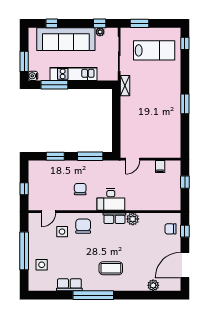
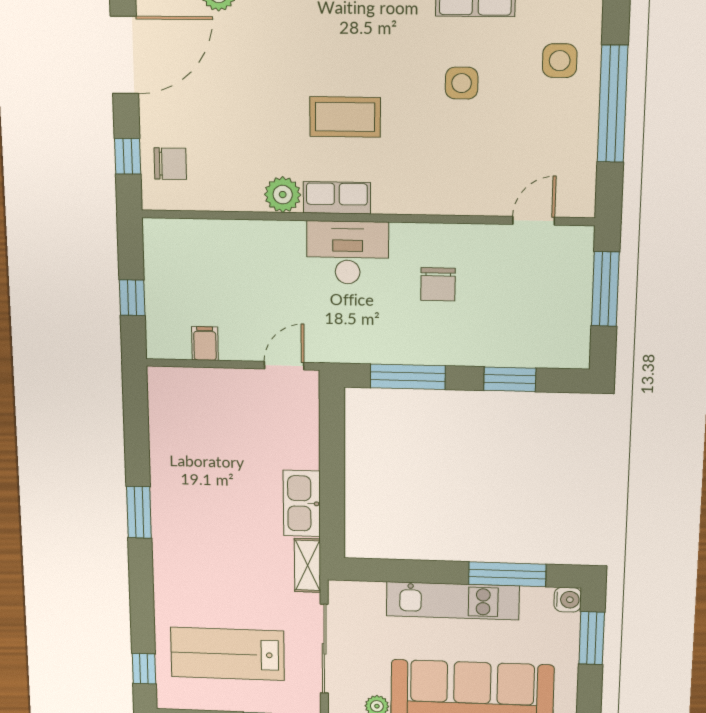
kitchen sink: (127, 109) -> (302, 503), added
window: (24, 189) -> (605, 289), width x2.17
chair: (83, 226) -> (431, 176), removed
side table: (62, 232) -> (462, 83), moved
coffee table: (111, 268) -> (345, 117), moved

